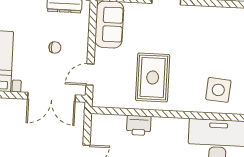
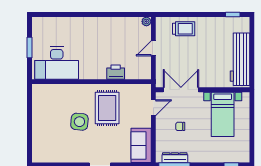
side table: (218, 90) -> (79, 122), moved

